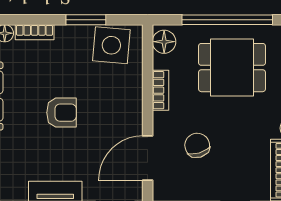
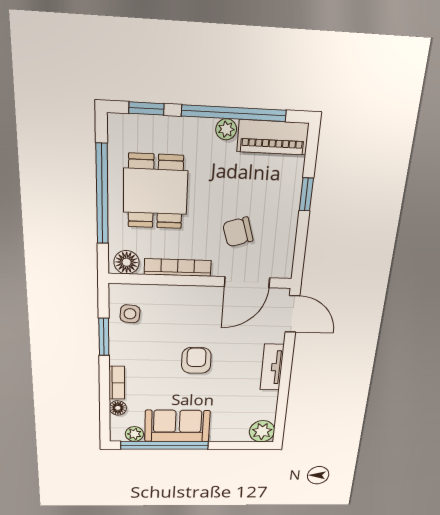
side table: (111, 45) -> (130, 314), width x0.54, depth x0.54
bookcase: (160, 90) -> (178, 267), width x1.56
door: (148, 158) -> (247, 282), hinge flipped

